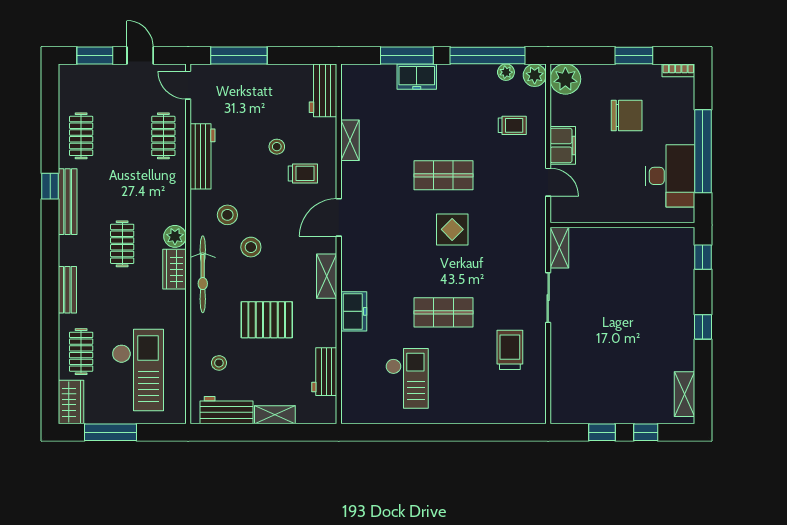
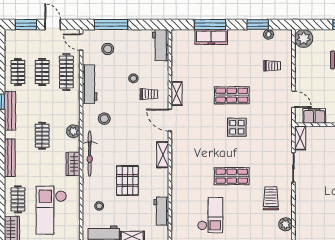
window: (487, 55) -> (258, 25), width x0.47
plant: (535, 75) -> (285, 224), moved
freezer: (417, 77) -> (211, 37), width x1.40
clothes rail: (122, 136) -> (42, 72), added
clothes rail: (163, 136) -> (66, 72), width x1.36
shelving: (350, 140) -> (177, 94), moved
filing cabinet: (563, 145) -> (314, 116), moved, turned -90
door: (339, 217) -> (170, 120), hinge flipped
stool: (251, 247) -> (108, 49), moved
wardrobe: (174, 269) -> (73, 164), moved
bench: (67, 290) -> (10, 158), width x1.36
freezer: (354, 311) -> (179, 176), removed
pallet: (267, 320) -> (127, 181), turned 90
checkout: (138, 370) -> (51, 210), turned 180

